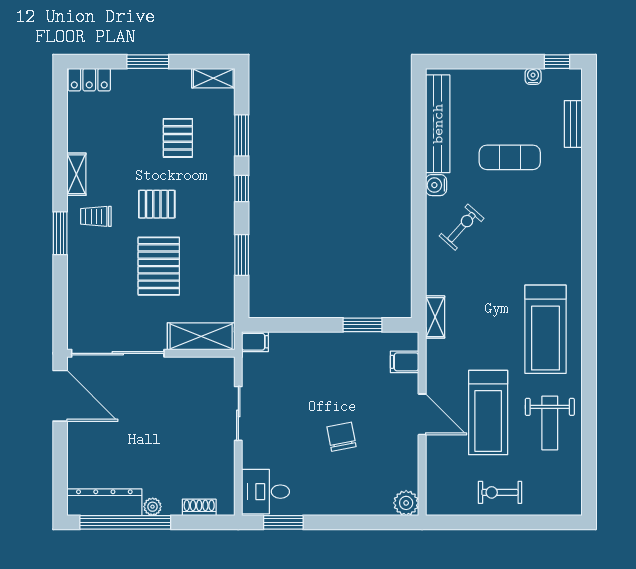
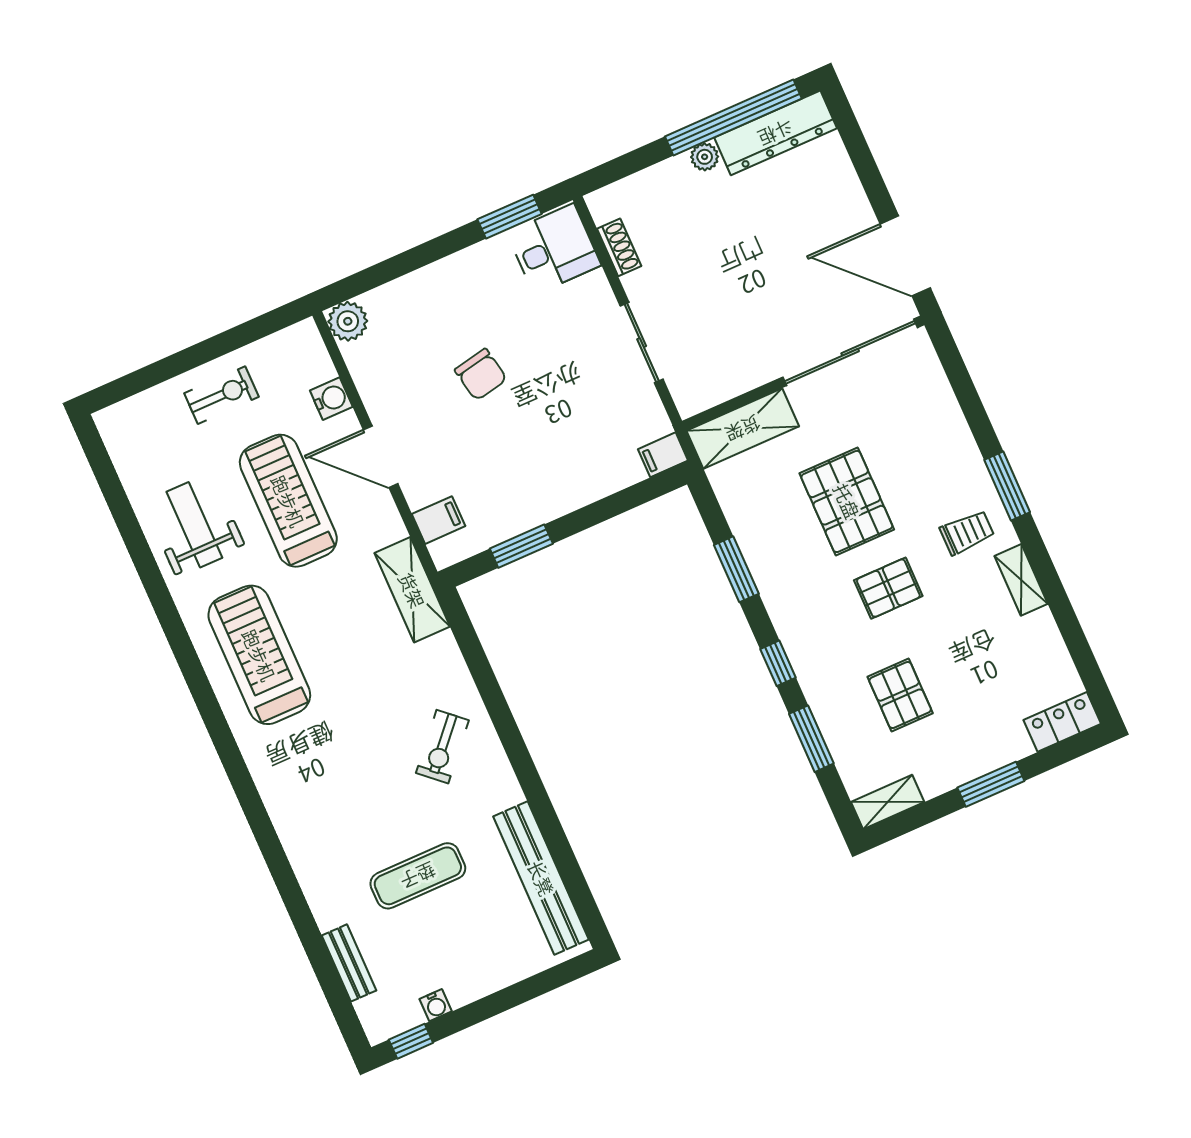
water cooler: (436, 185) -> (331, 399), moved
shelving: (435, 317) -> (412, 590), width x1.50, depth x1.33
shoe rack: (199, 507) -> (619, 247), moved, turned -90

